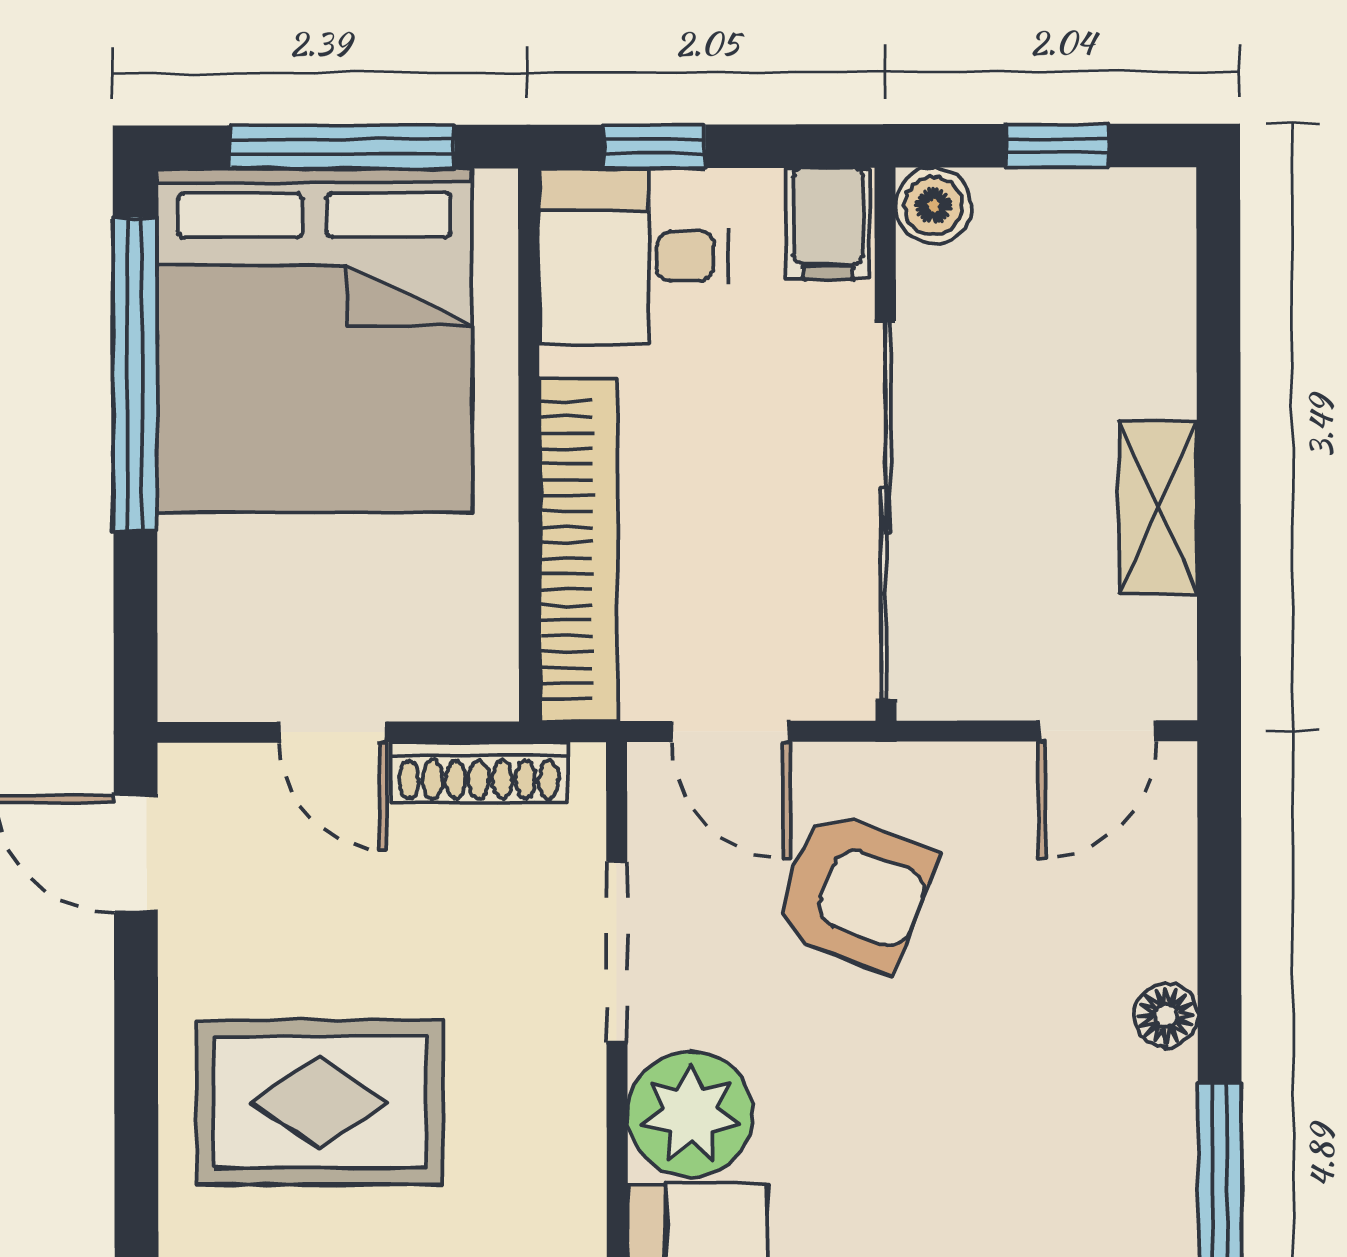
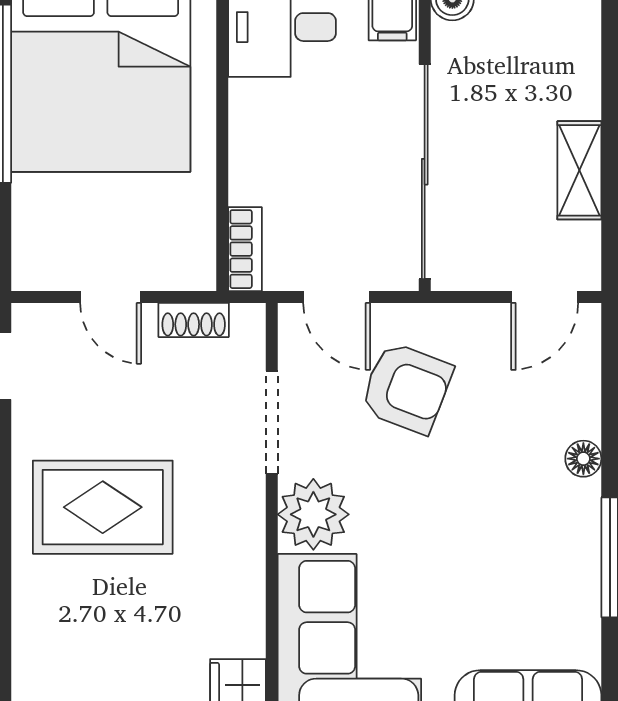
bookcase: (578, 550) -> (245, 249), width x0.43, depth x0.76
shoe rack: (479, 772) -> (194, 320), width x0.70

